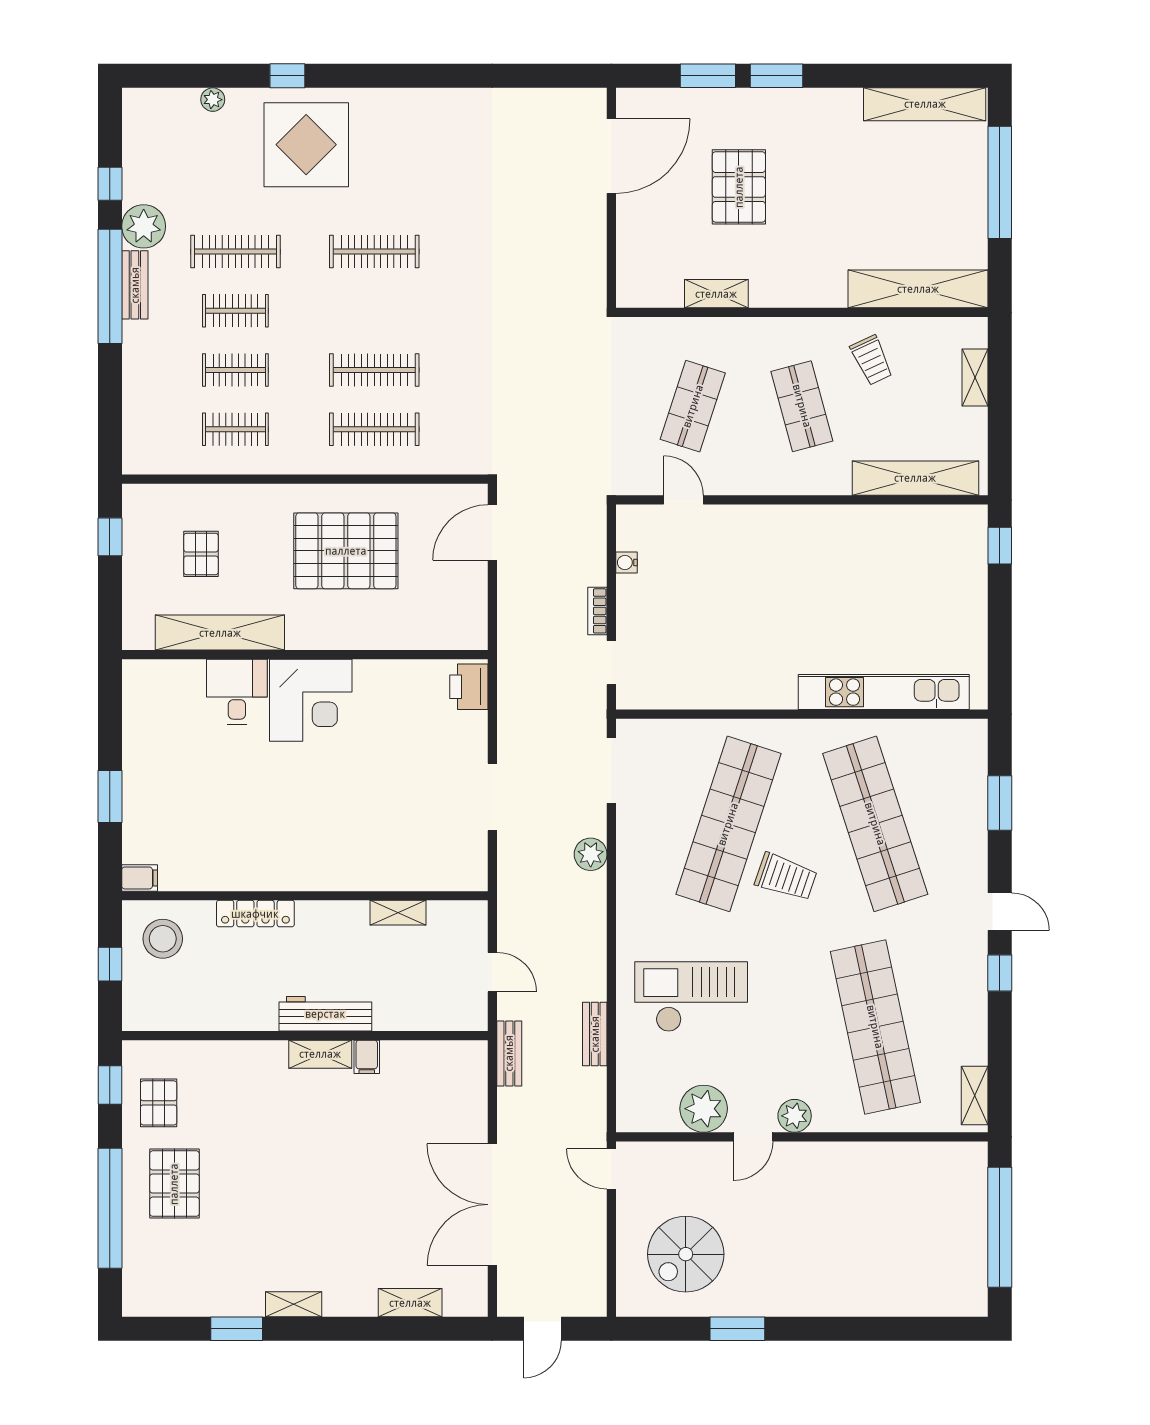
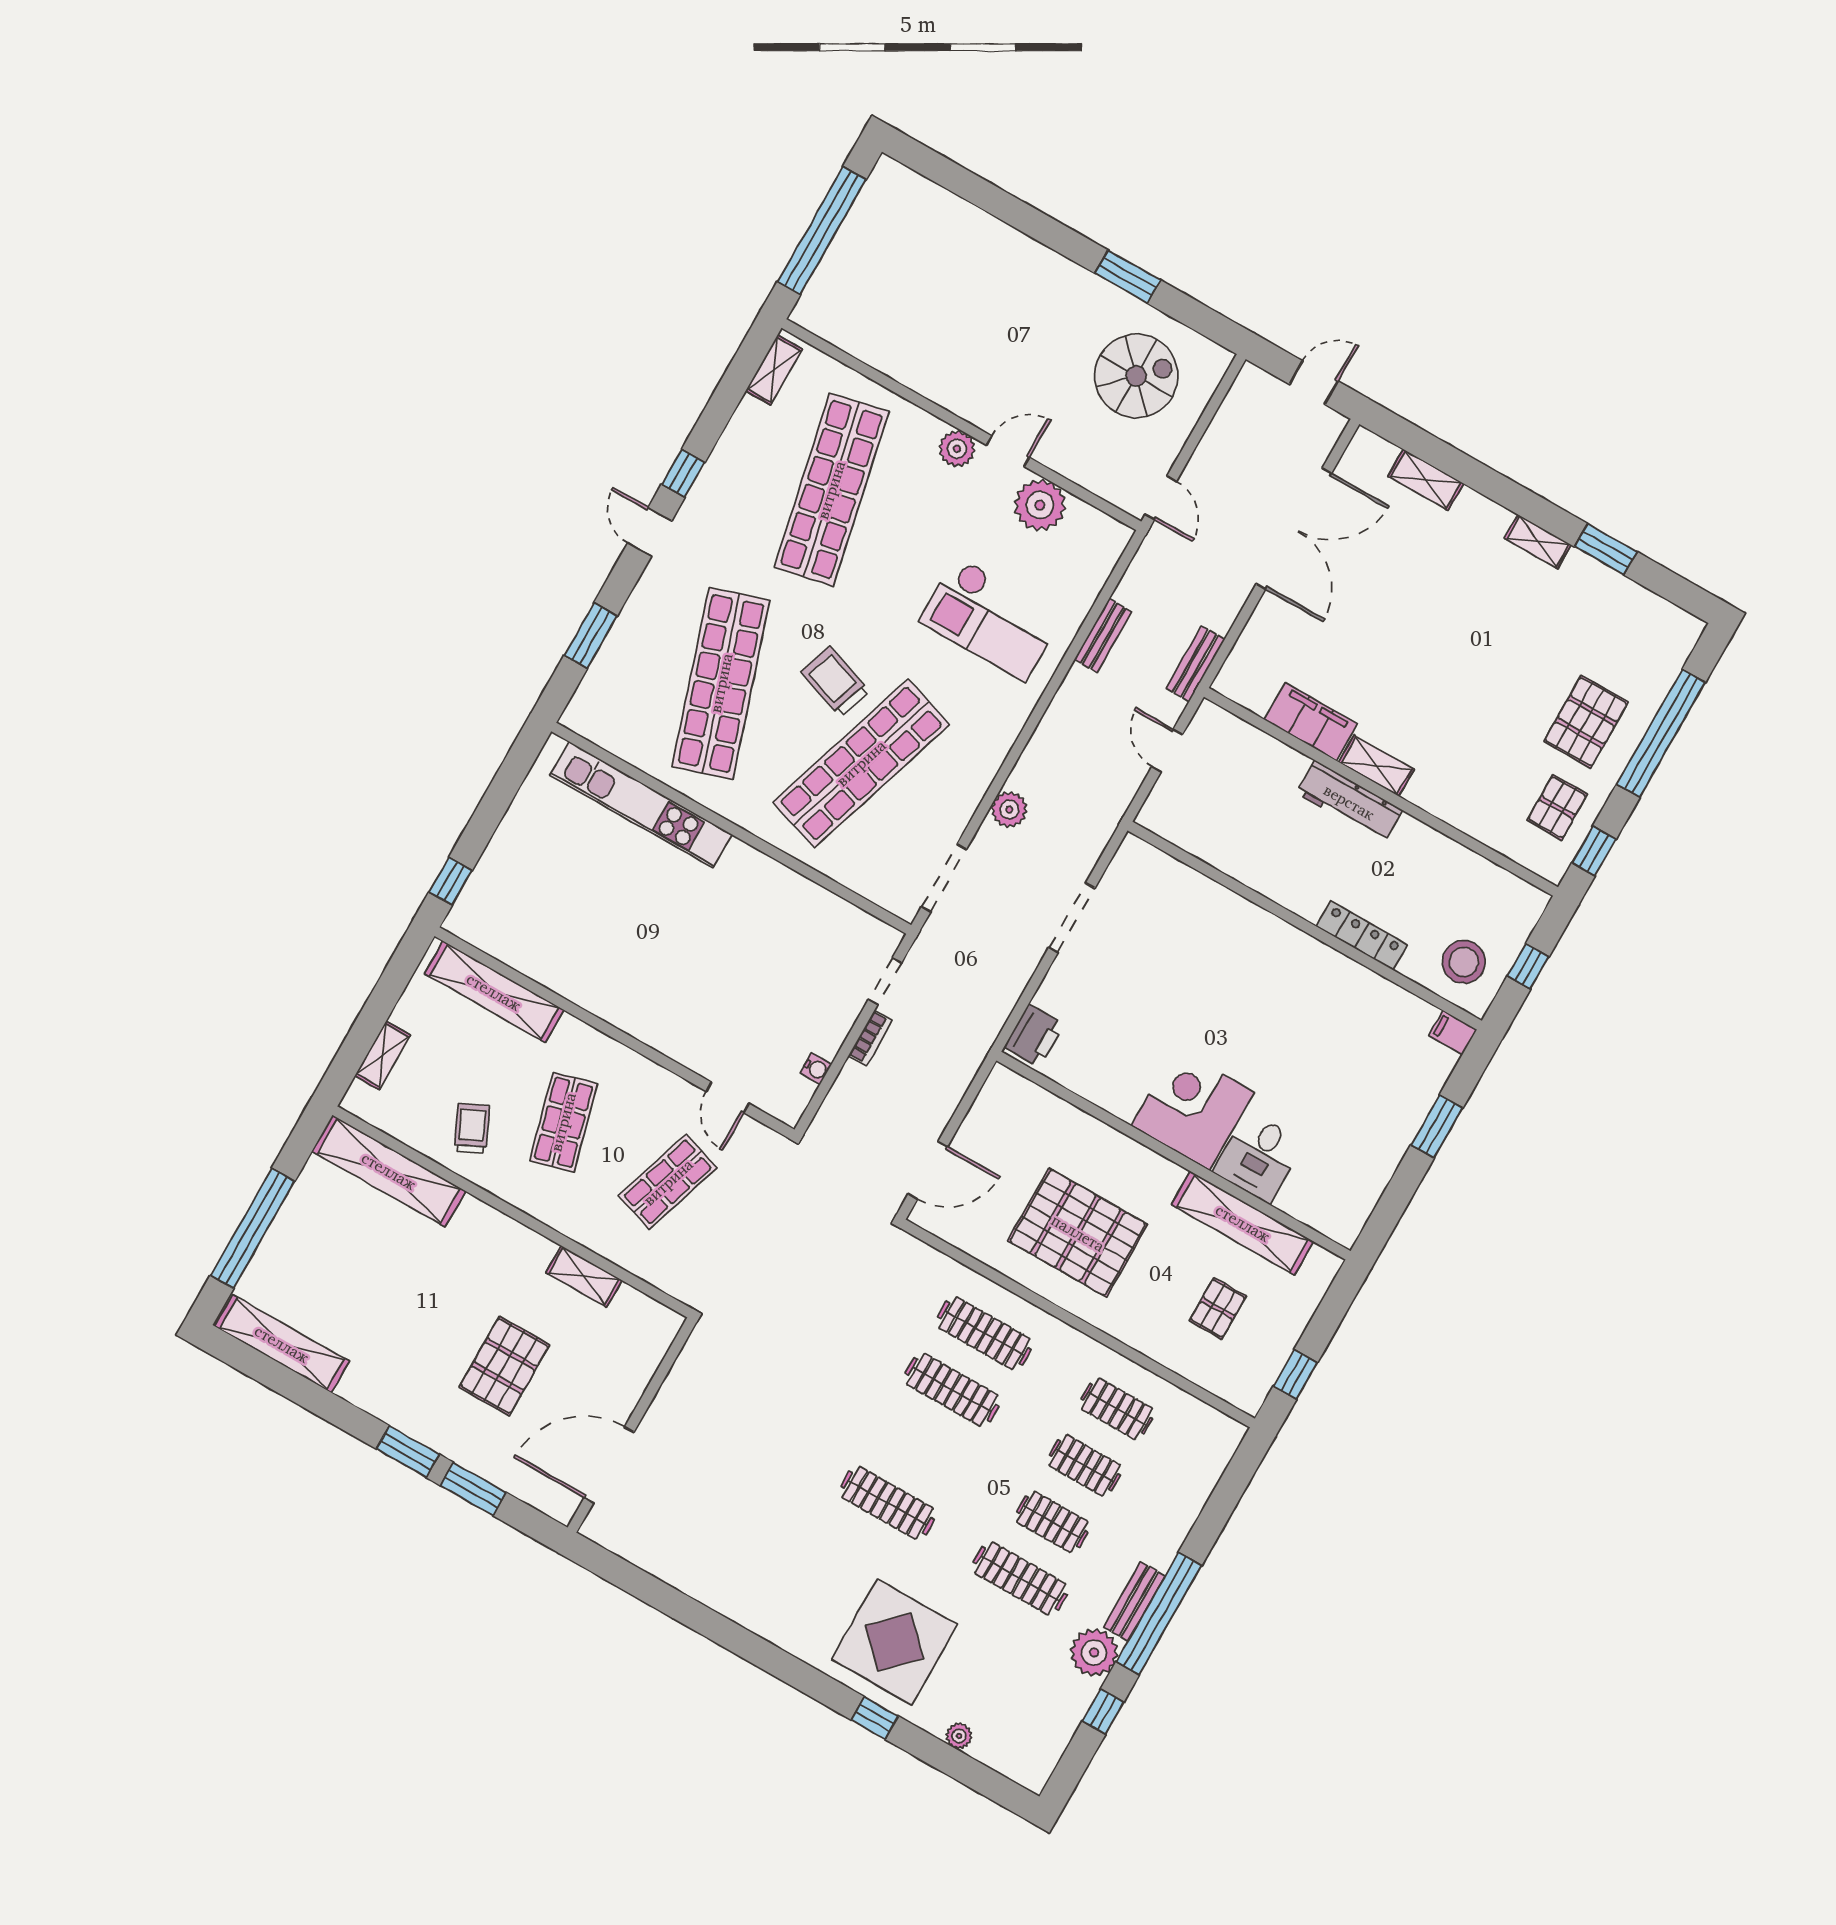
shelving: (398, 913) -> (1225, 859), removed
filing cabinet: (367, 1057) -> (1311, 722), width x3.00, depth x1.17

